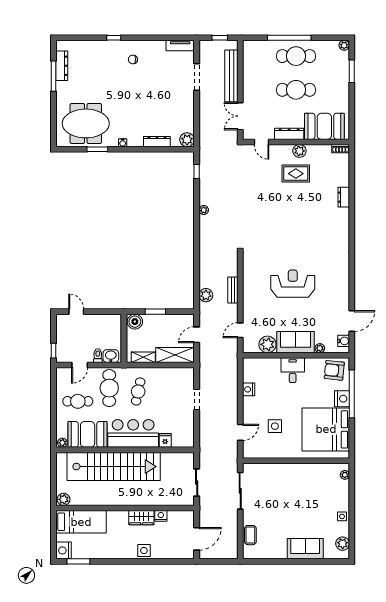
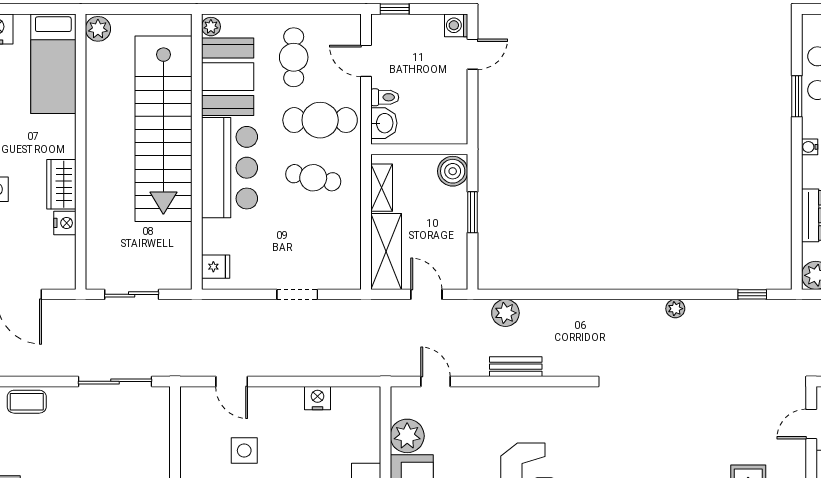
washing machine: (62, 320) -> (456, 25), added
fridge: (165, 440) -> (216, 267), moved

